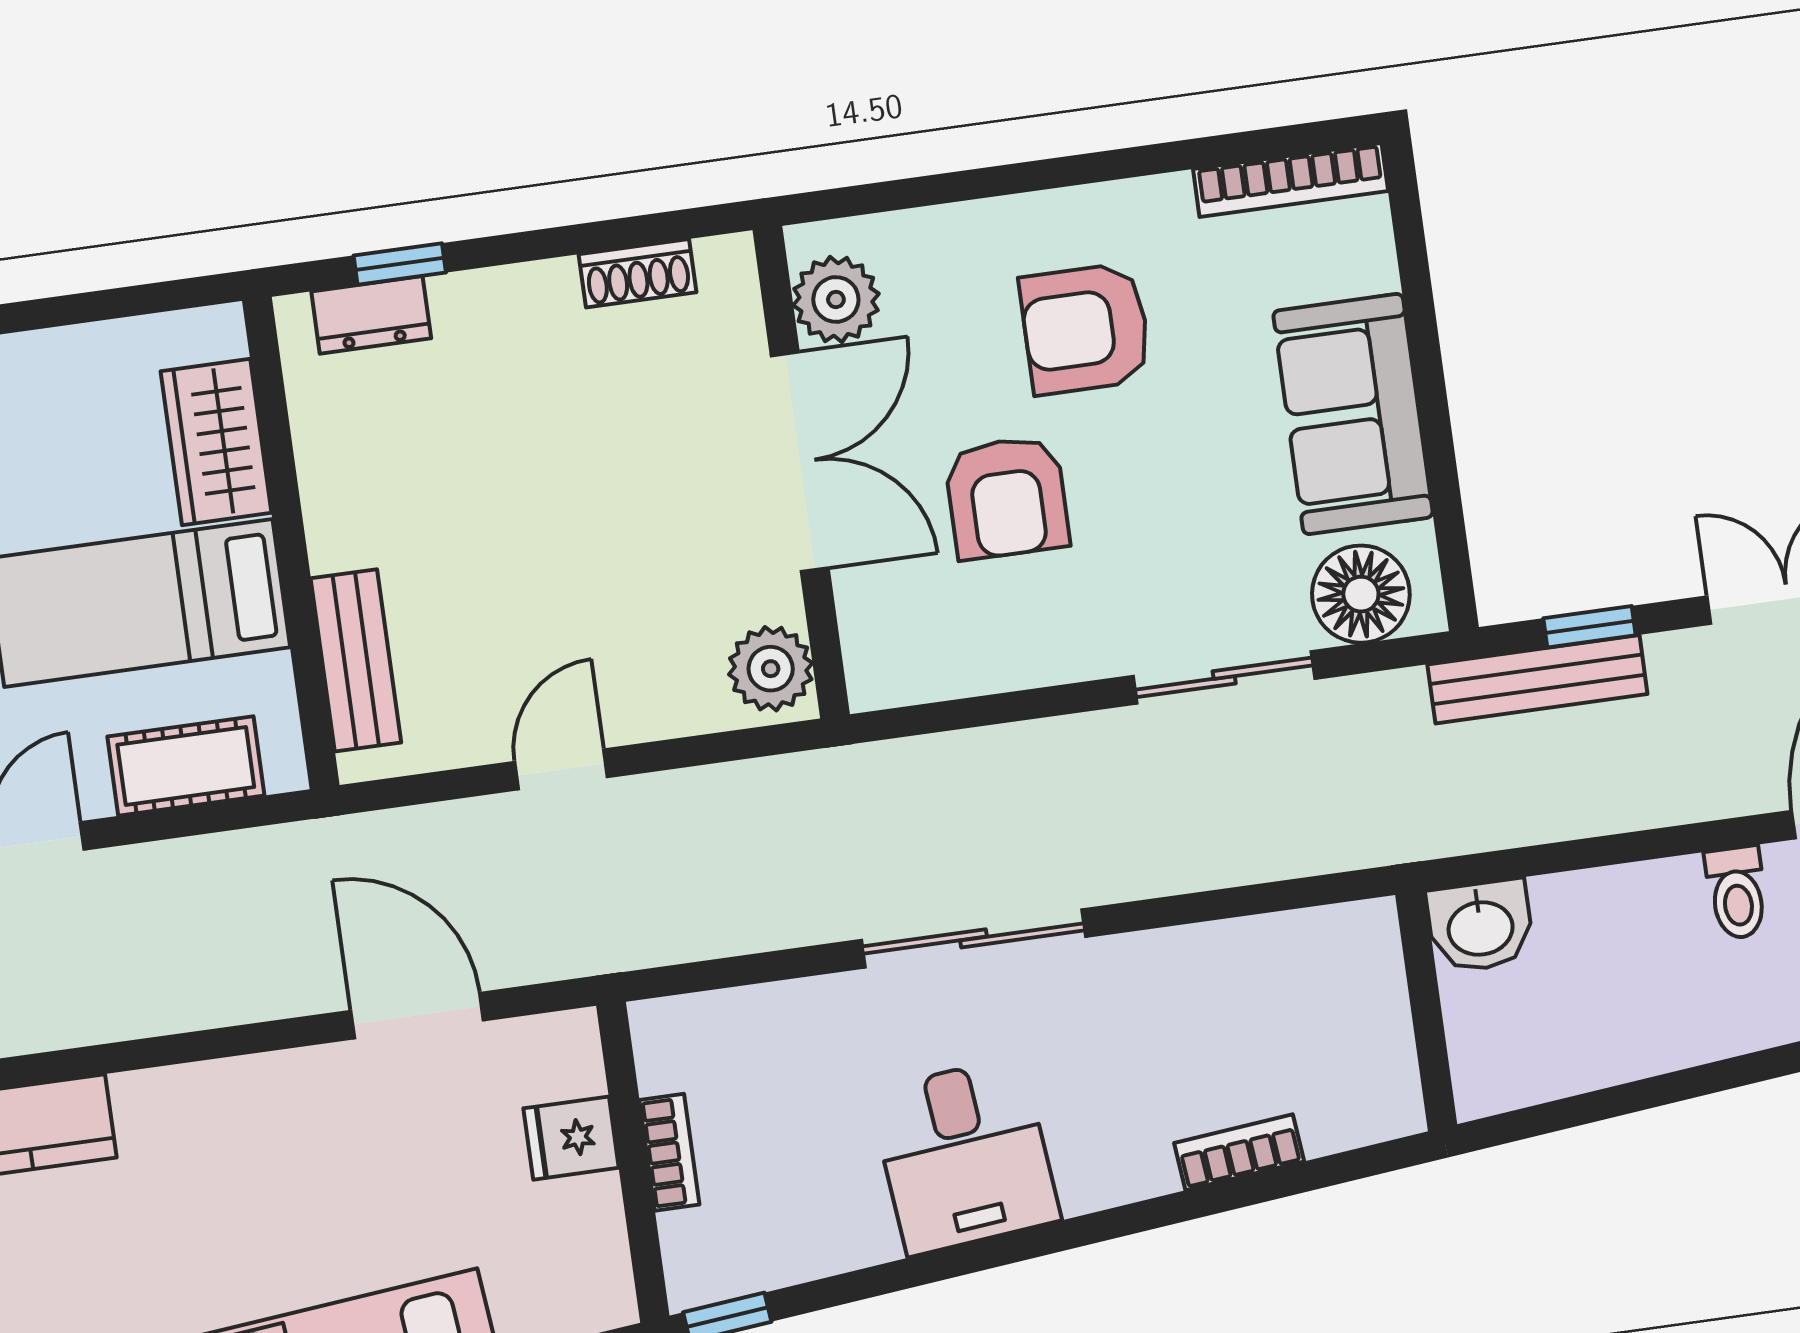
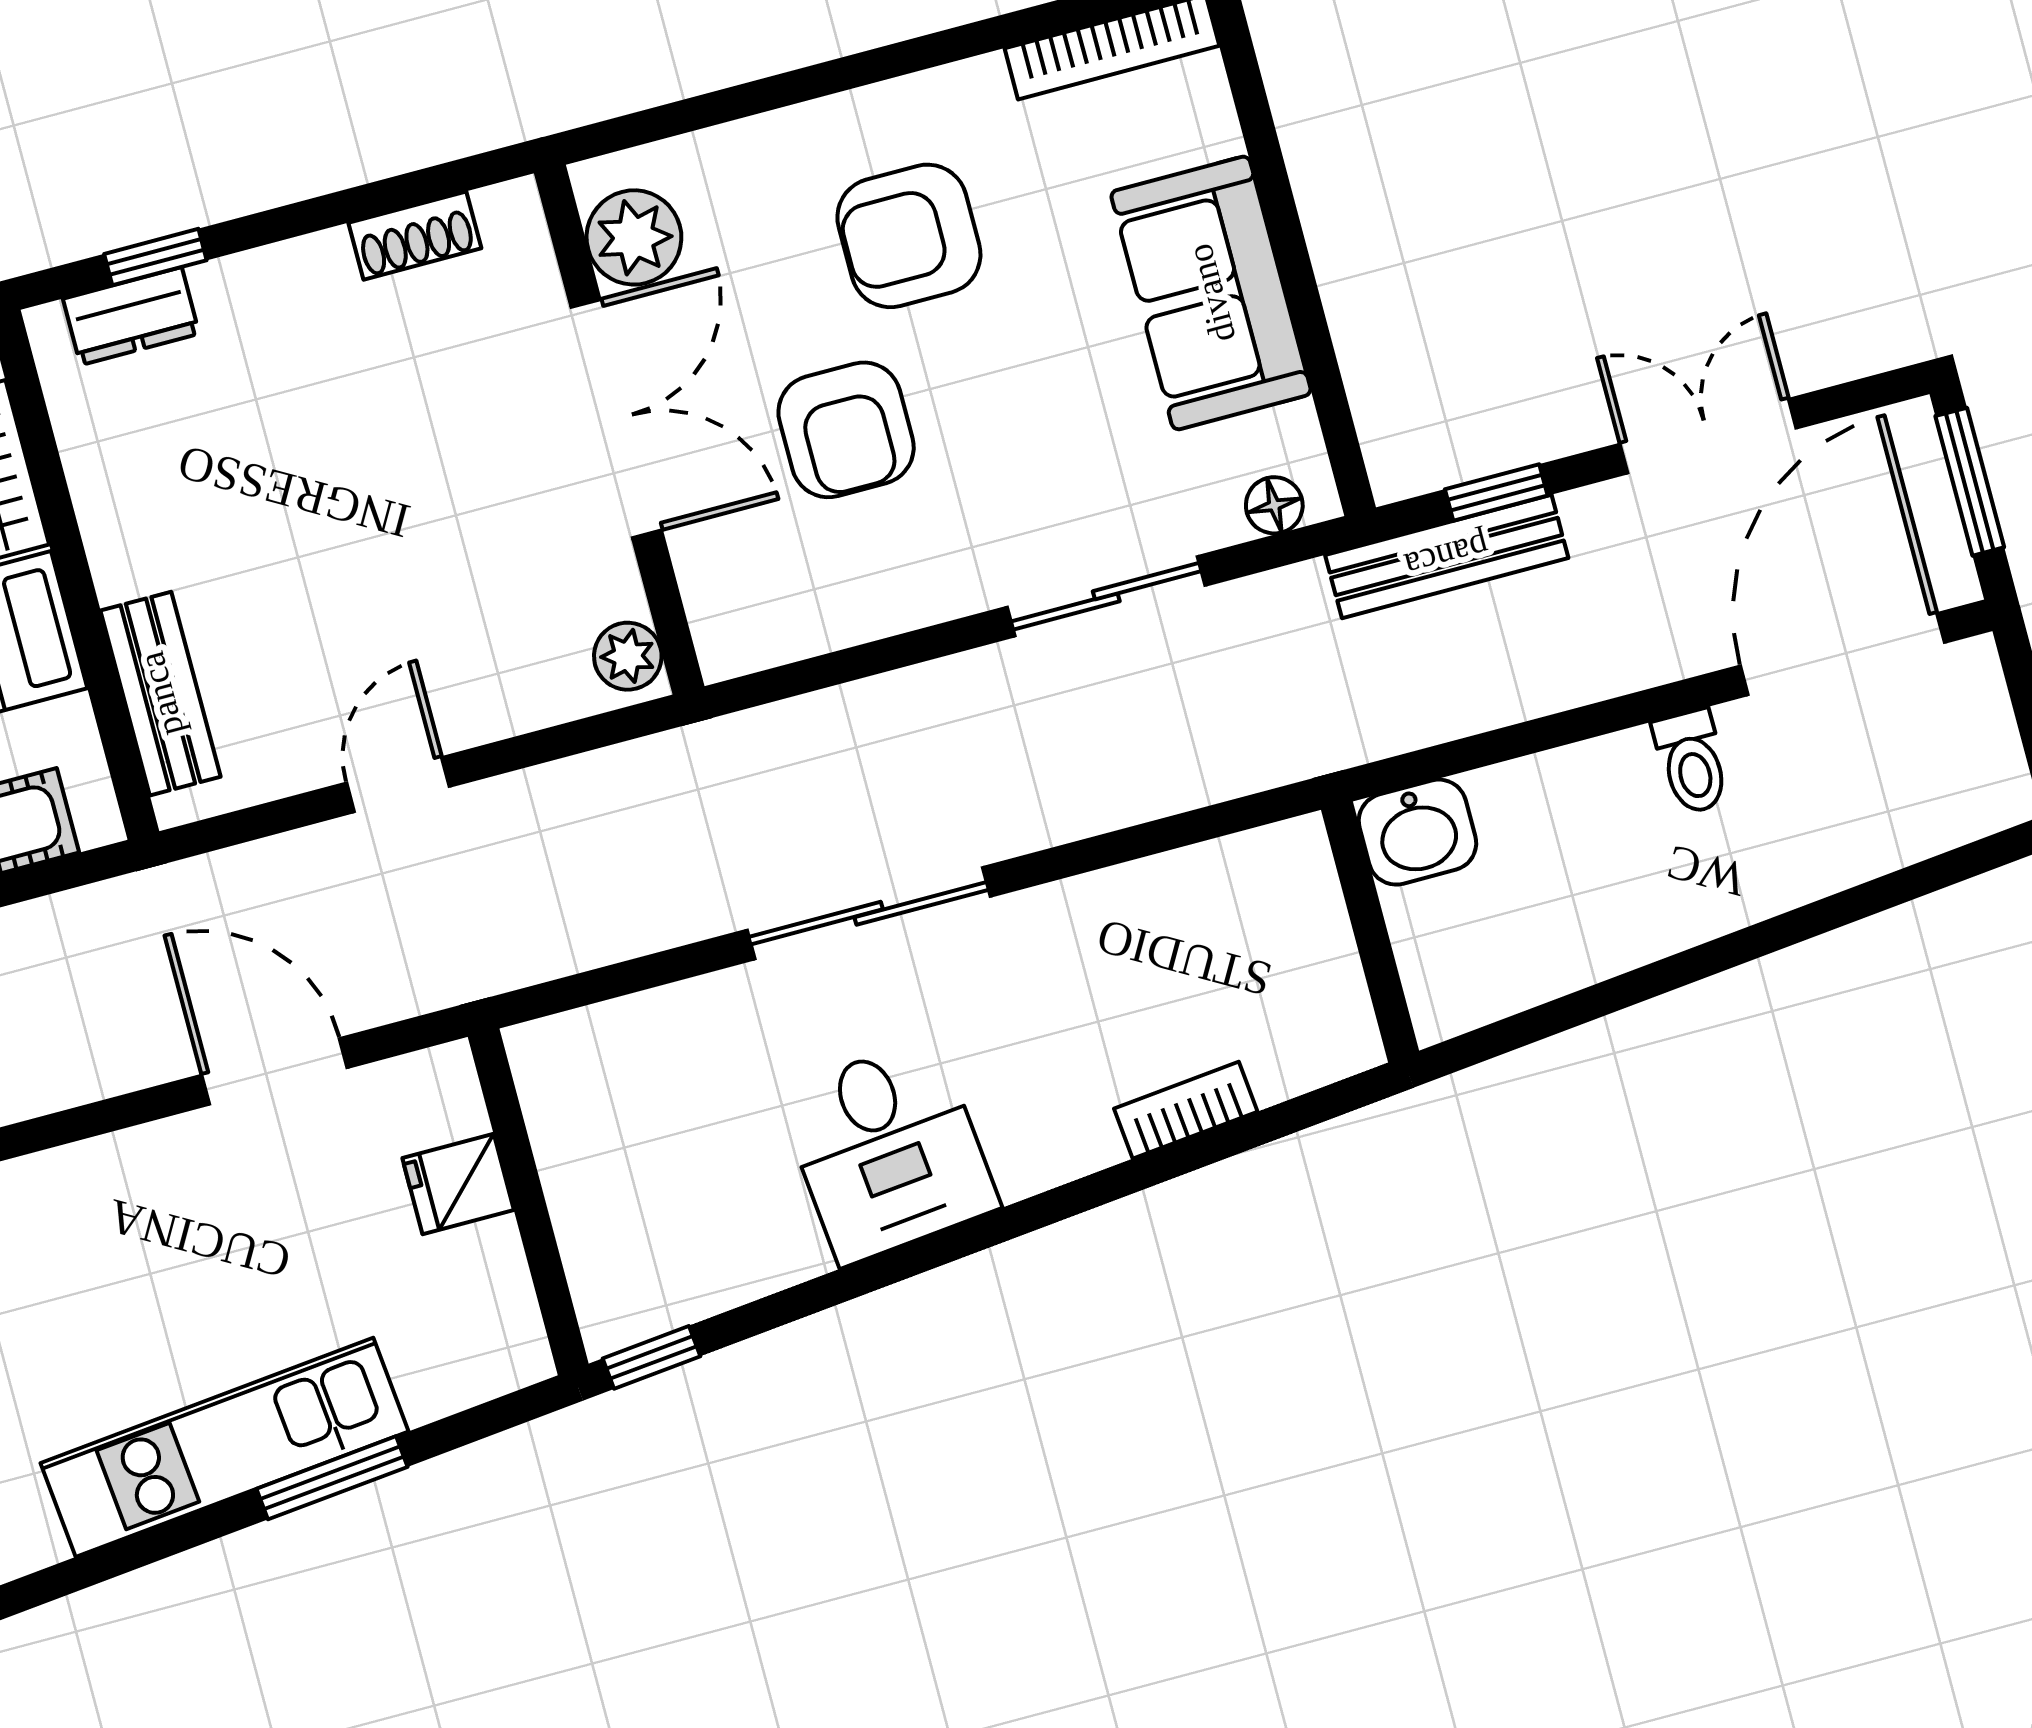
floor lamp: (1361, 594) -> (1274, 505), width x0.53, depth x0.53
plant: (771, 669) -> (628, 656), width x0.73, depth x0.73
bookcase: (669, 1152) -> (567, 1186), removed

